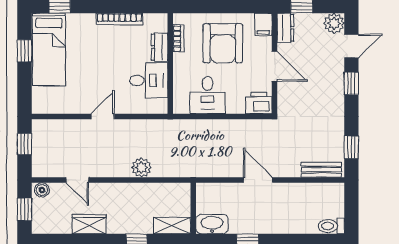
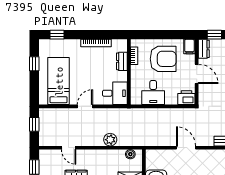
armchair: (223, 43) -> (163, 59), turned -90
bed: (49, 49) -> (59, 81), moved, turned 180
desk: (149, 80) -> (115, 93), moved
boiler: (42, 190) -> (130, 154), moved

